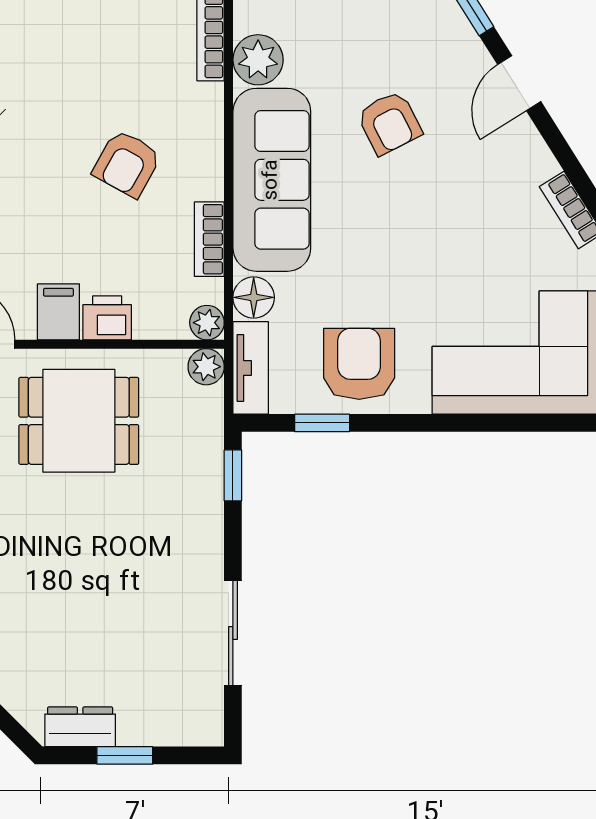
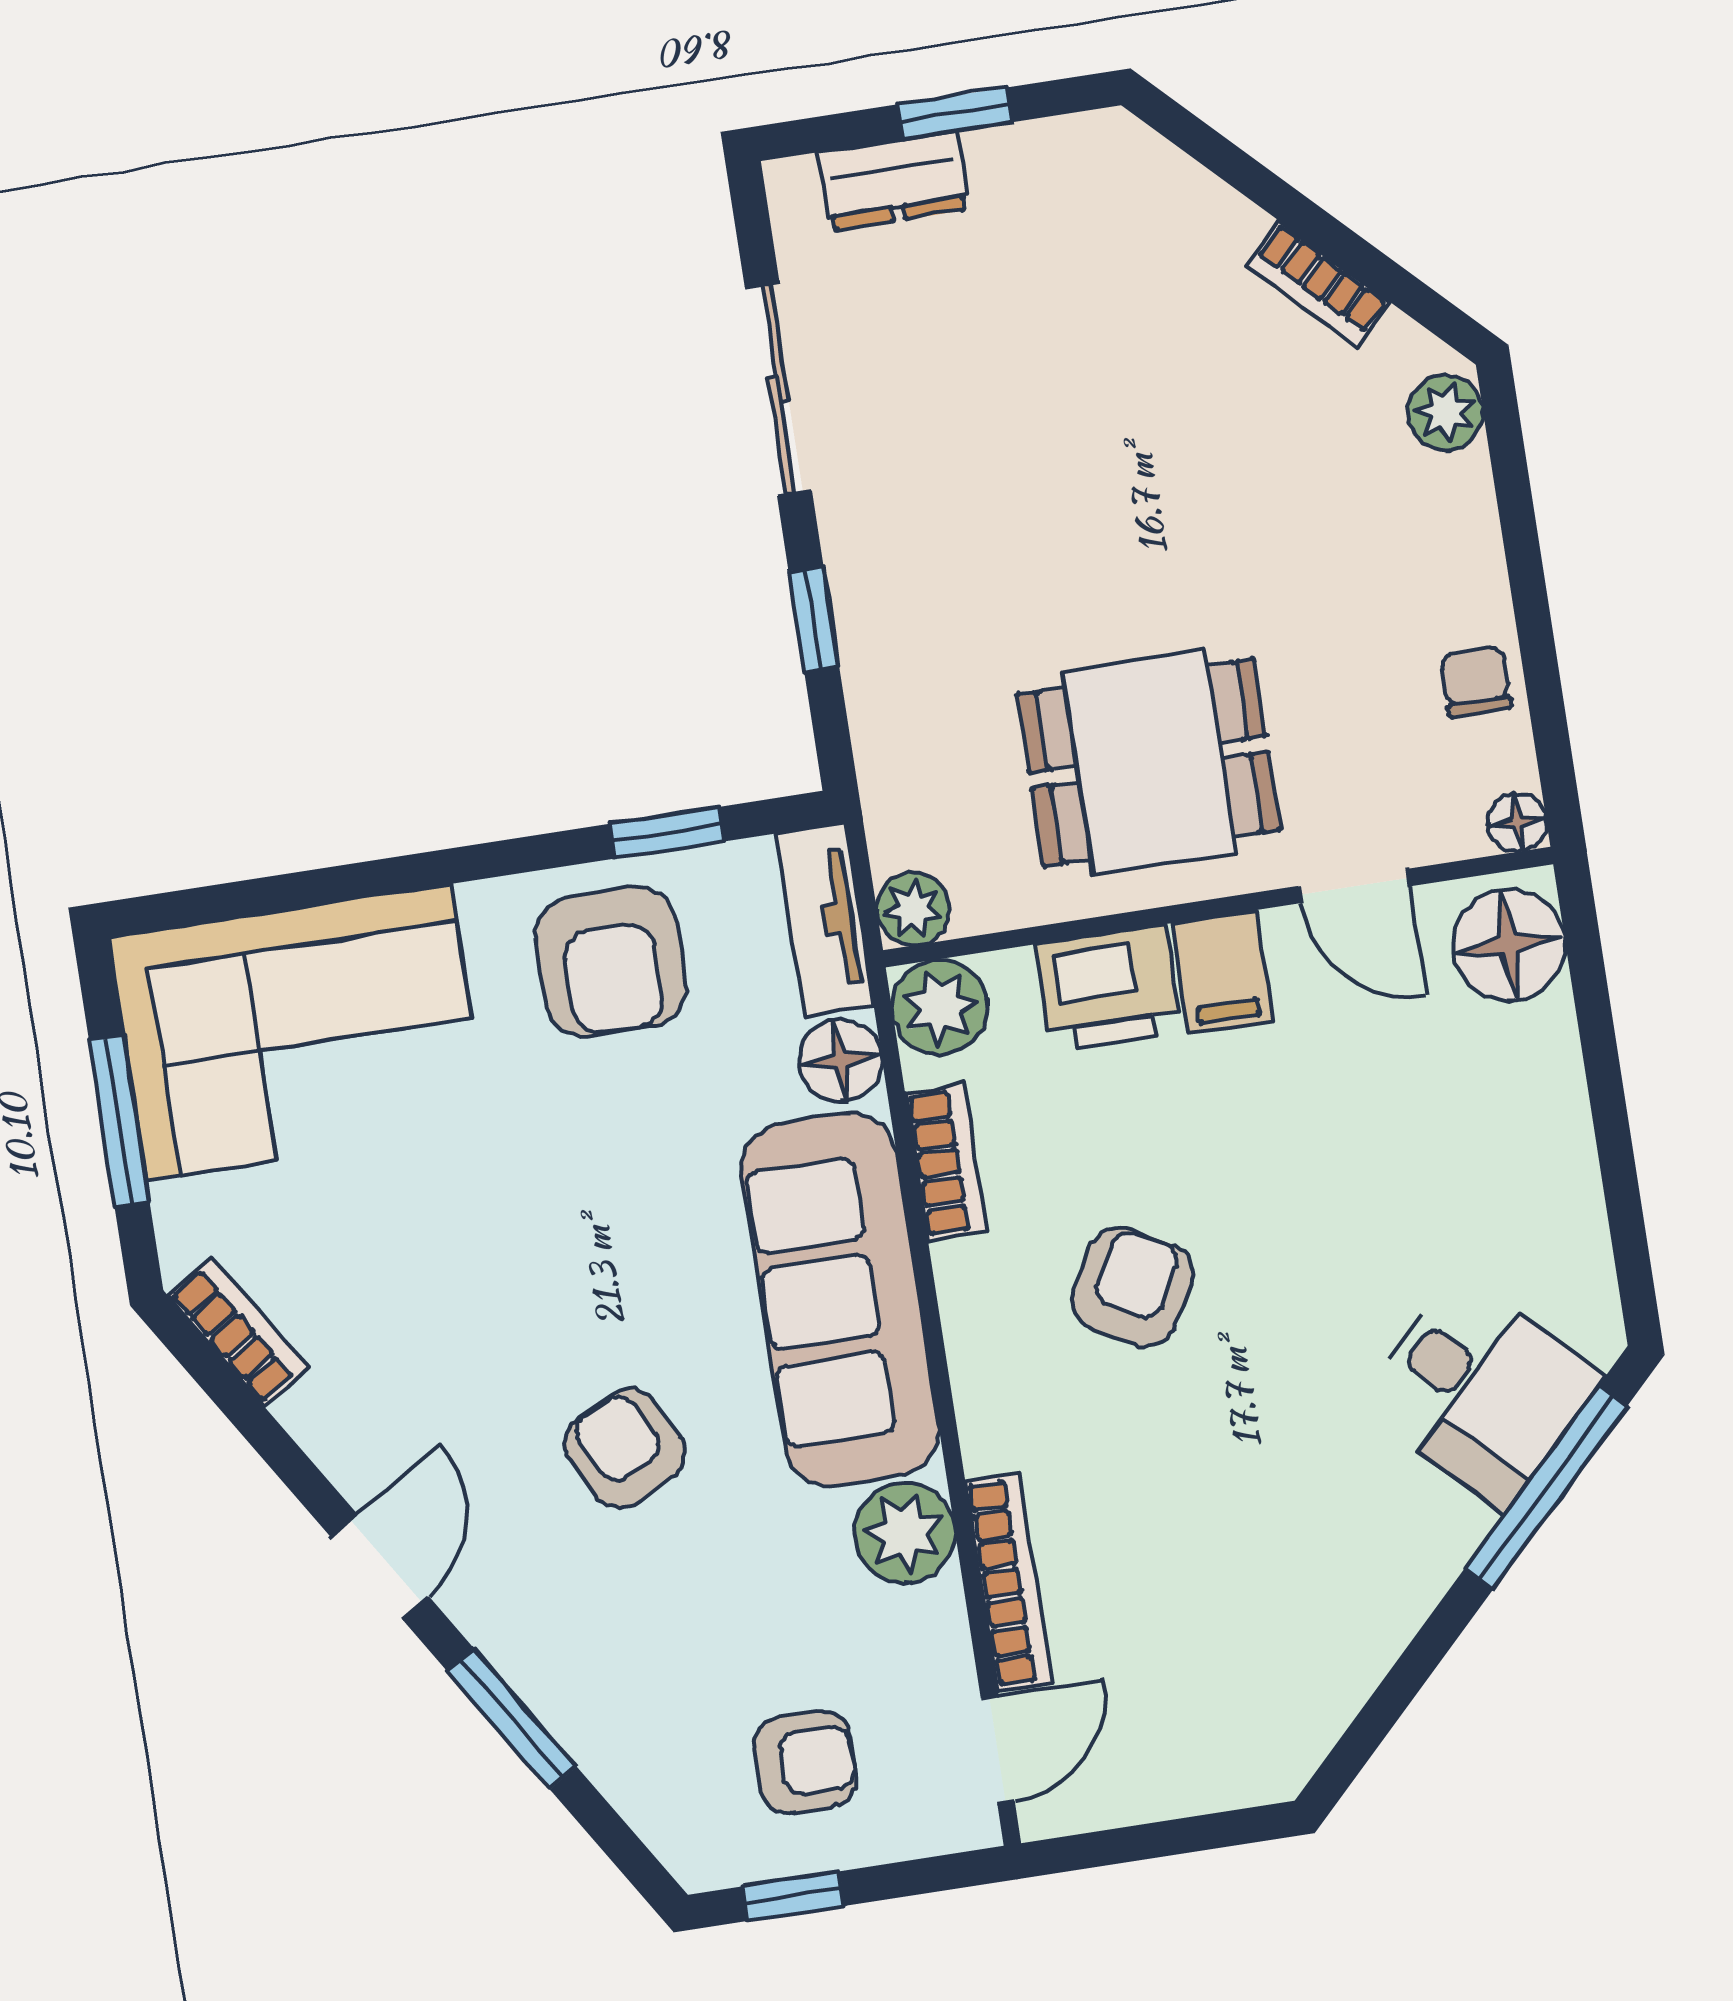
printer: (107, 318) -> (1109, 988), width x1.36, depth x1.24
plant: (207, 323) -> (940, 1007), width x1.38, depth x1.38
window: (233, 475) -> (814, 619), moved
dresser: (80, 727) -> (894, 181), moved

